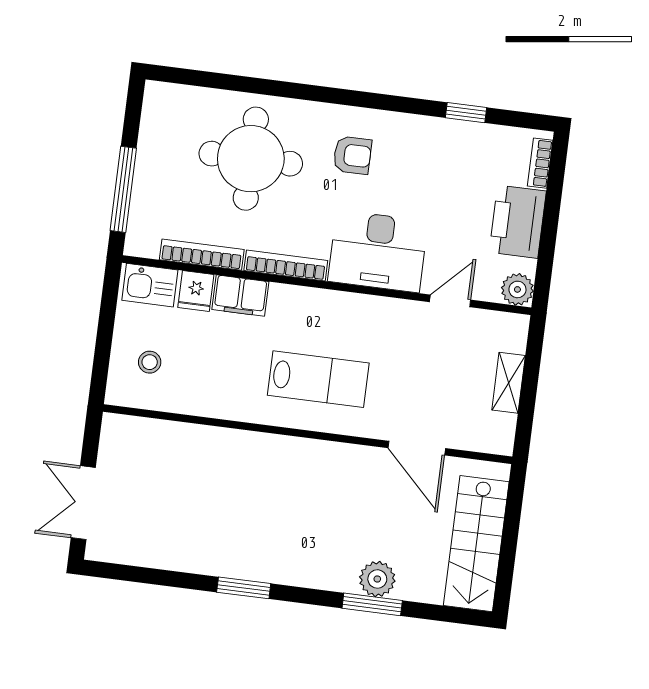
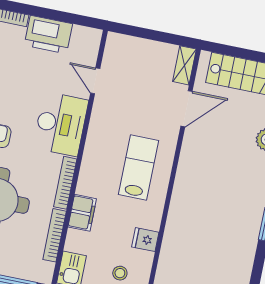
plant: (517, 289) -> (91, 38), removed
fridge: (196, 291) -> (145, 240), moved, turned 180
shelving: (509, 383) -> (184, 65), moved, turned 90

